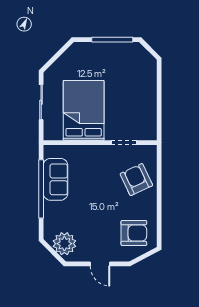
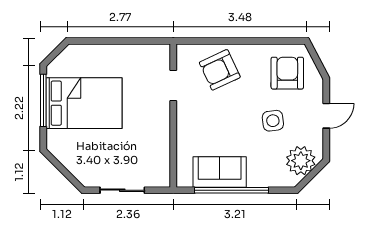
bed: (84, 110) -> (84, 103), moved, turned 180
side table: (96, 222) -> (273, 121), added

